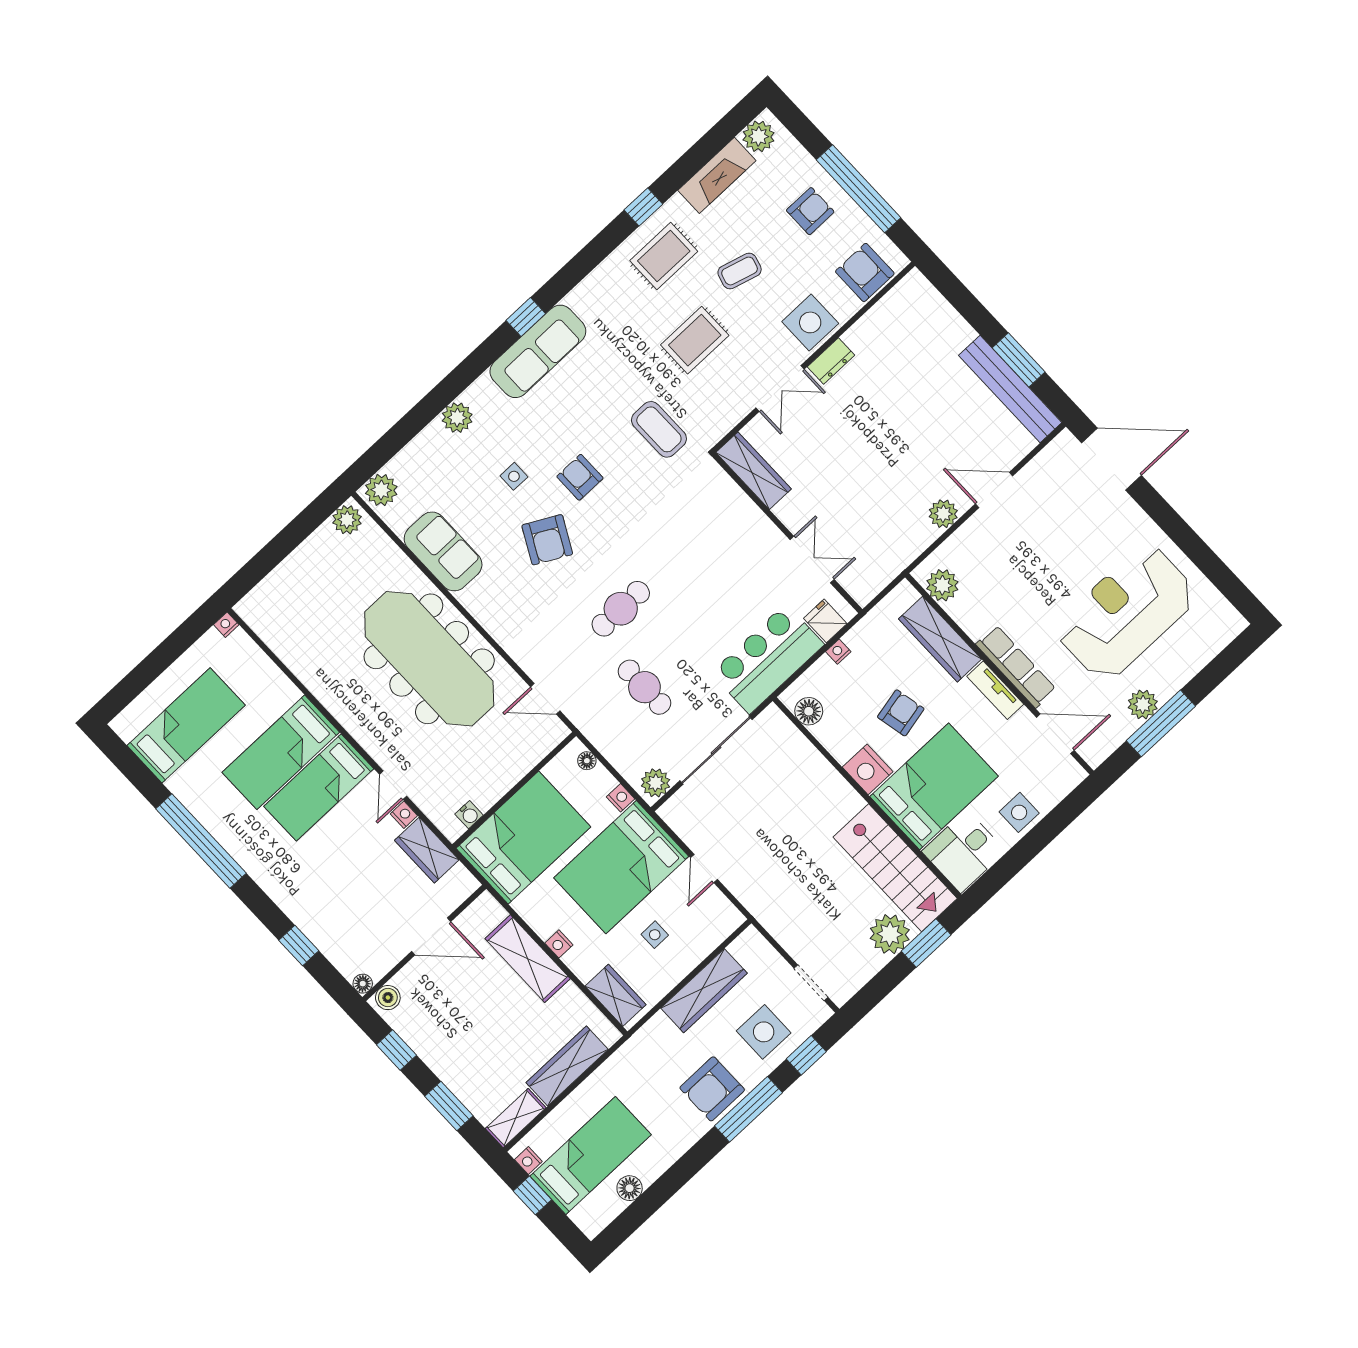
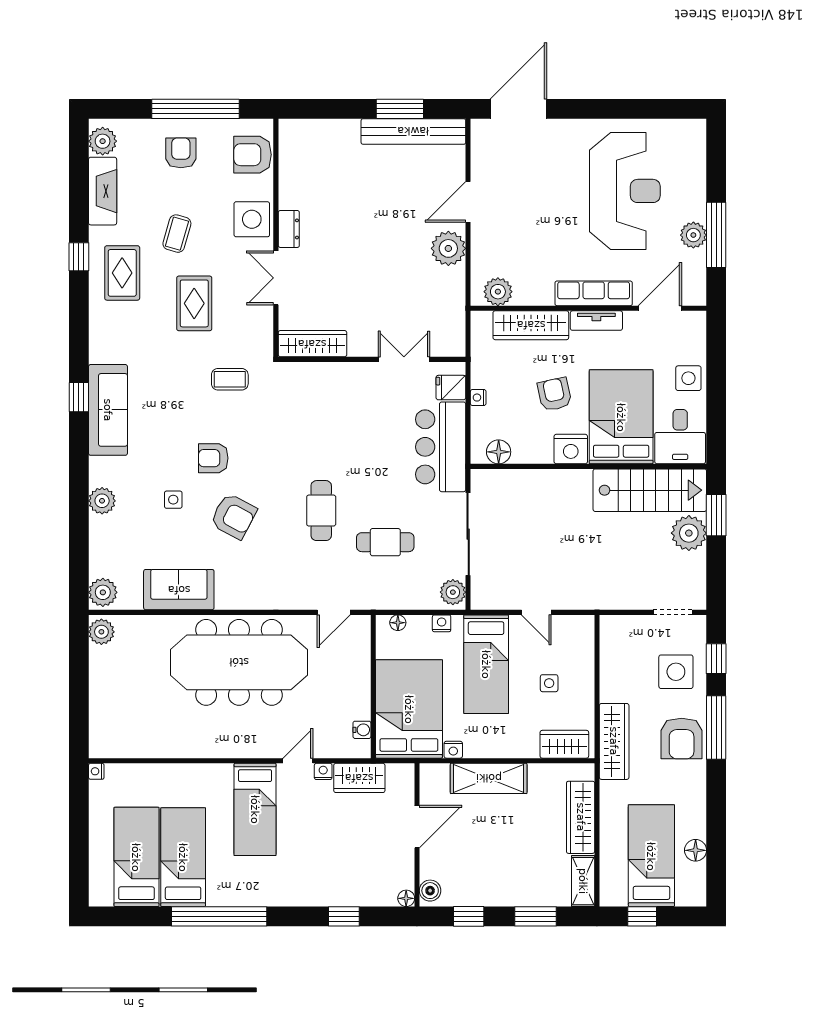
double door: (780, 389) -> (276, 278), swing flipped
coffee table: (659, 429) -> (230, 379), width x0.73, depth x0.77
plant: (943, 514) -> (448, 248), width x1.36, depth x1.36
reception desk: (1126, 613) -> (625, 191), turned 180
bed: (281, 752) -> (183, 857), moved, turned 180
door: (393, 785) -> (298, 761), swing flipped
bed: (621, 867) -> (486, 664), width x0.67
nightstand: (559, 944) -> (453, 750), moved
wardrobe: (704, 991) -> (614, 741), moved
nightstand: (528, 1160) -> (618, 898), removed

